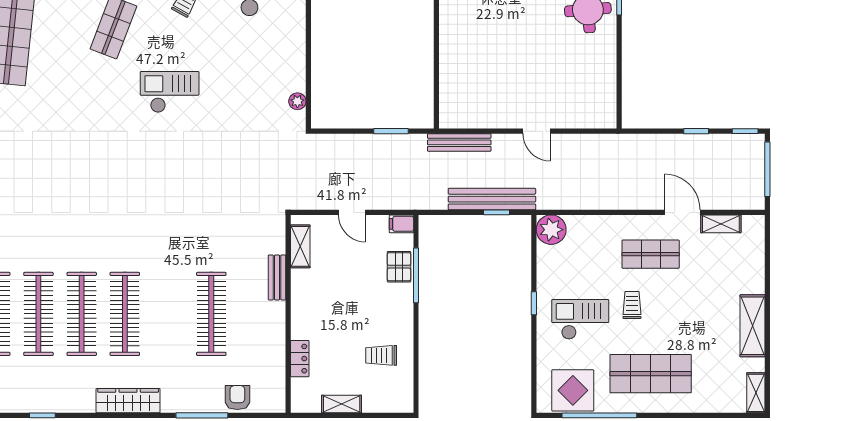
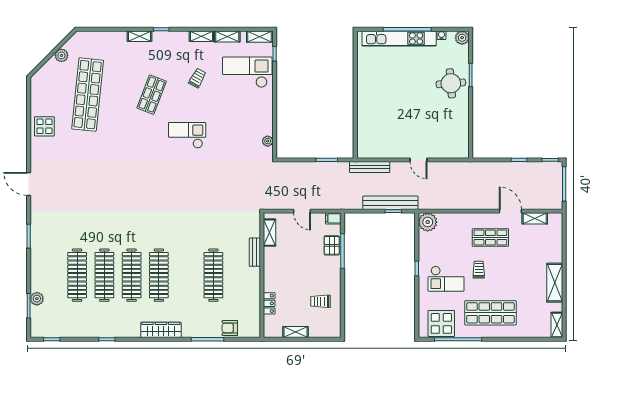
checkout: (580, 319) -> (446, 279), turned 180
armchair: (237, 398) -> (230, 328), turned -90

